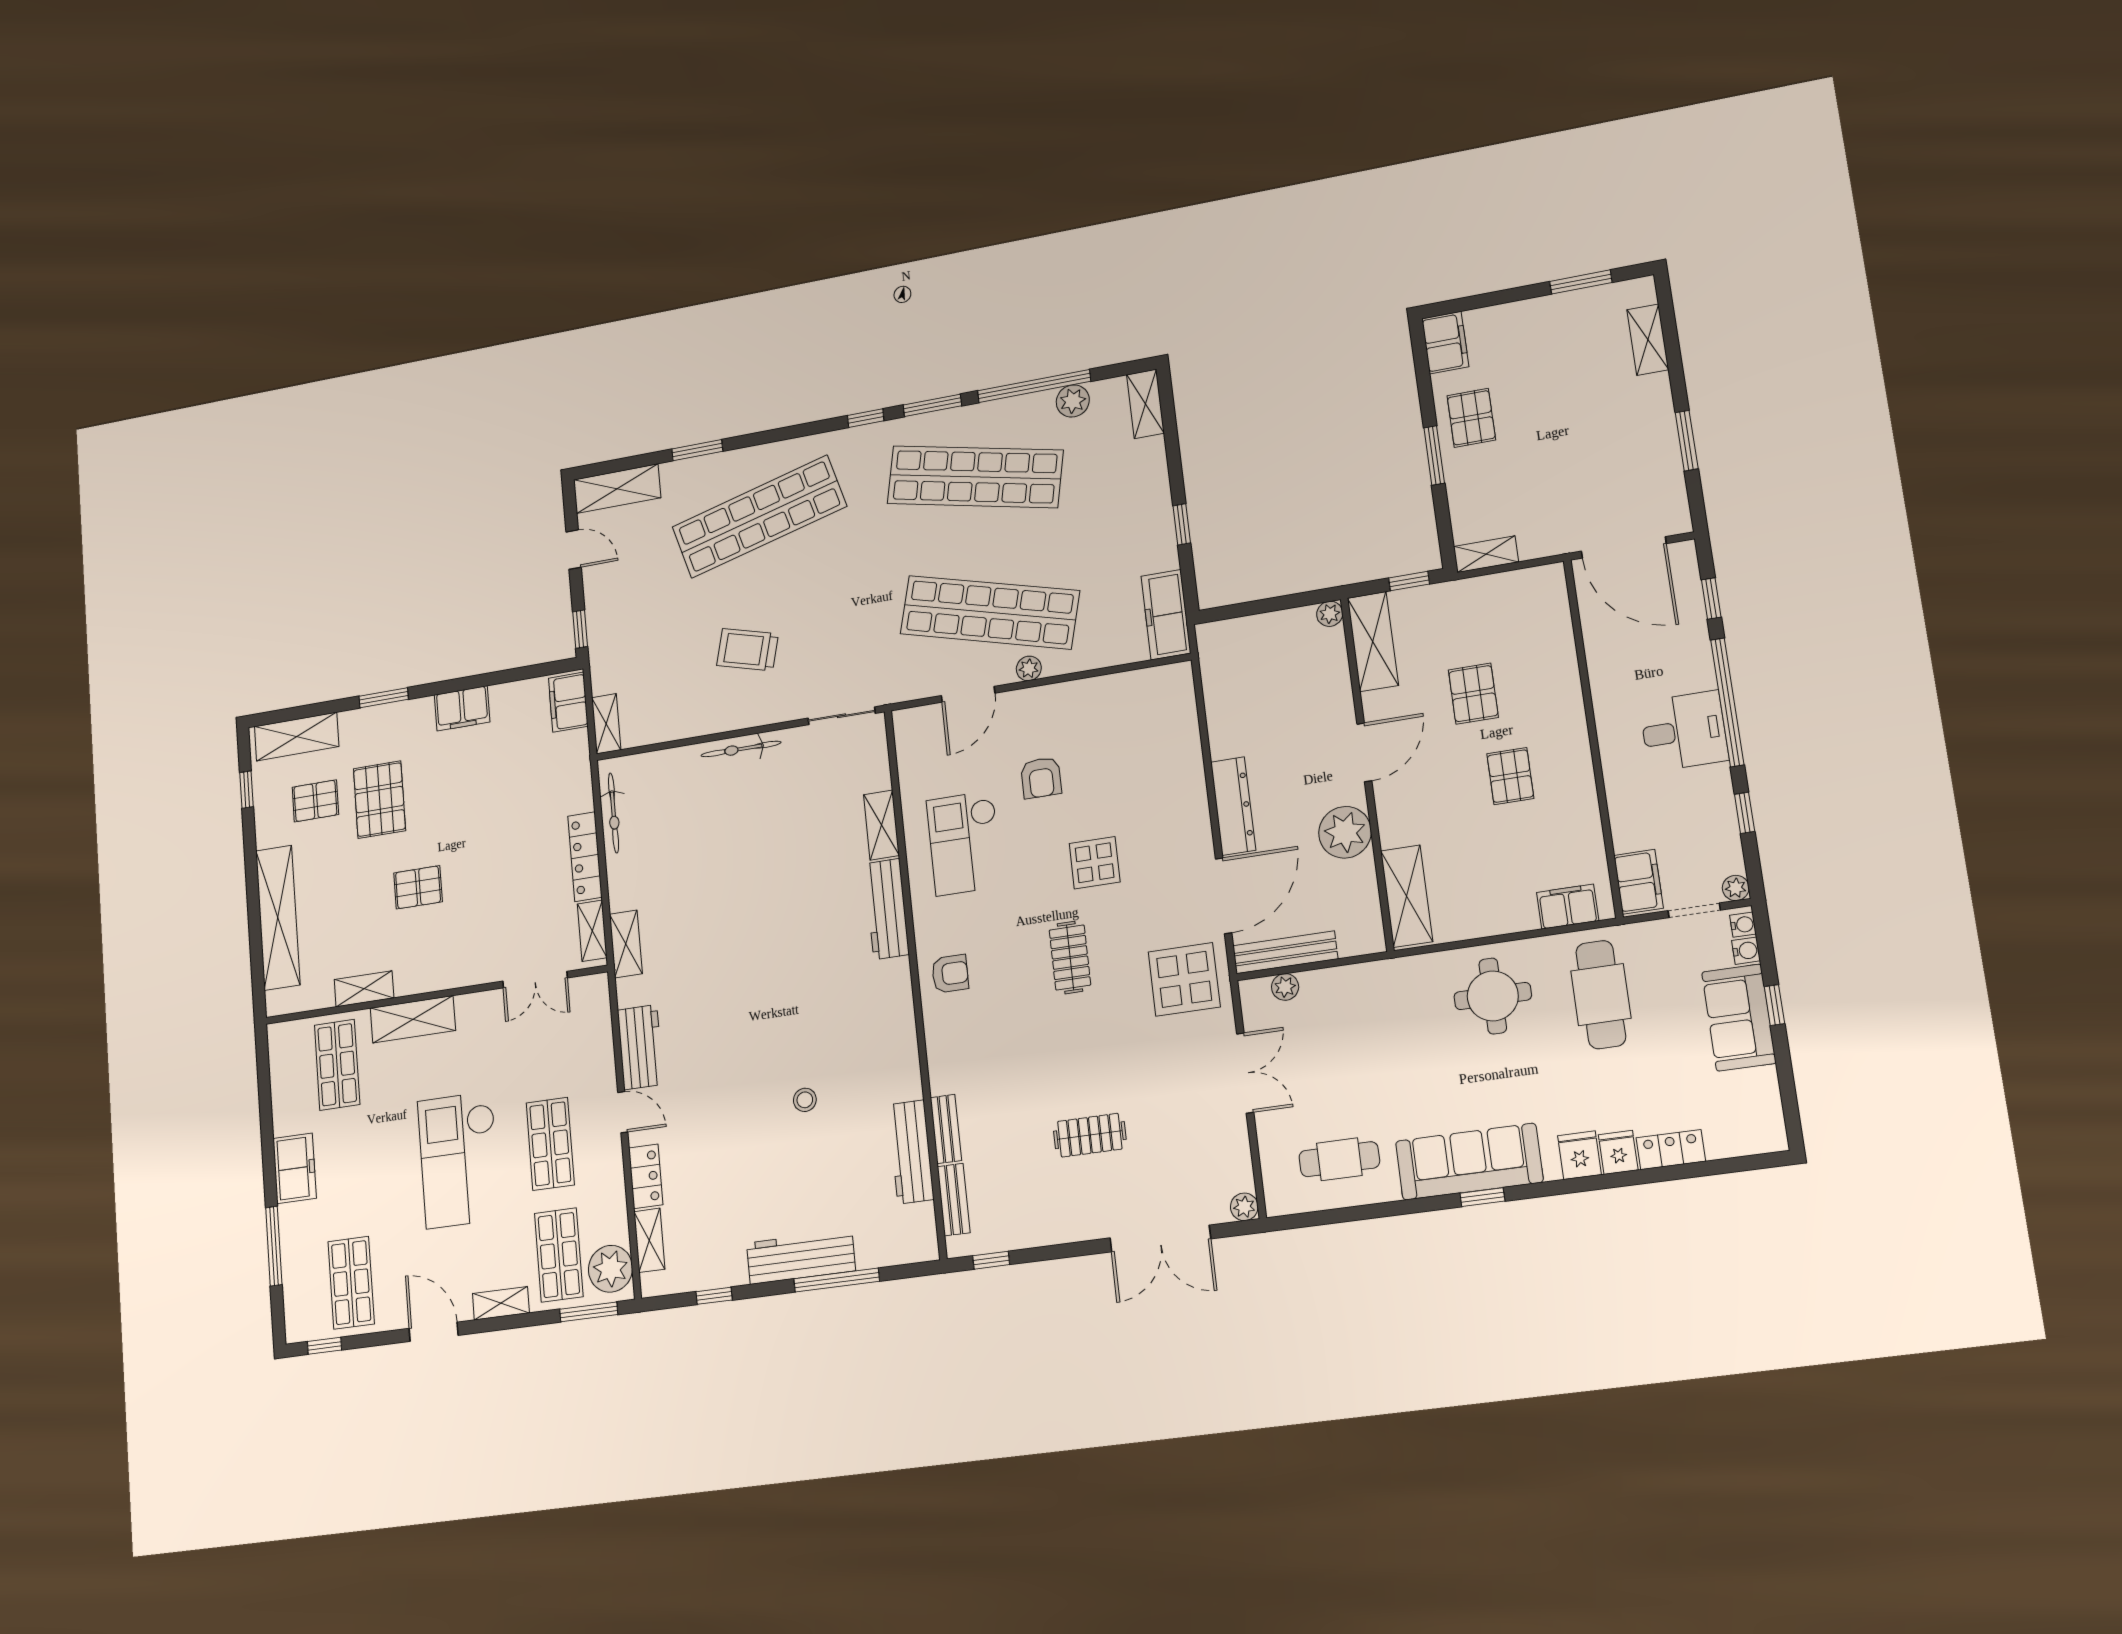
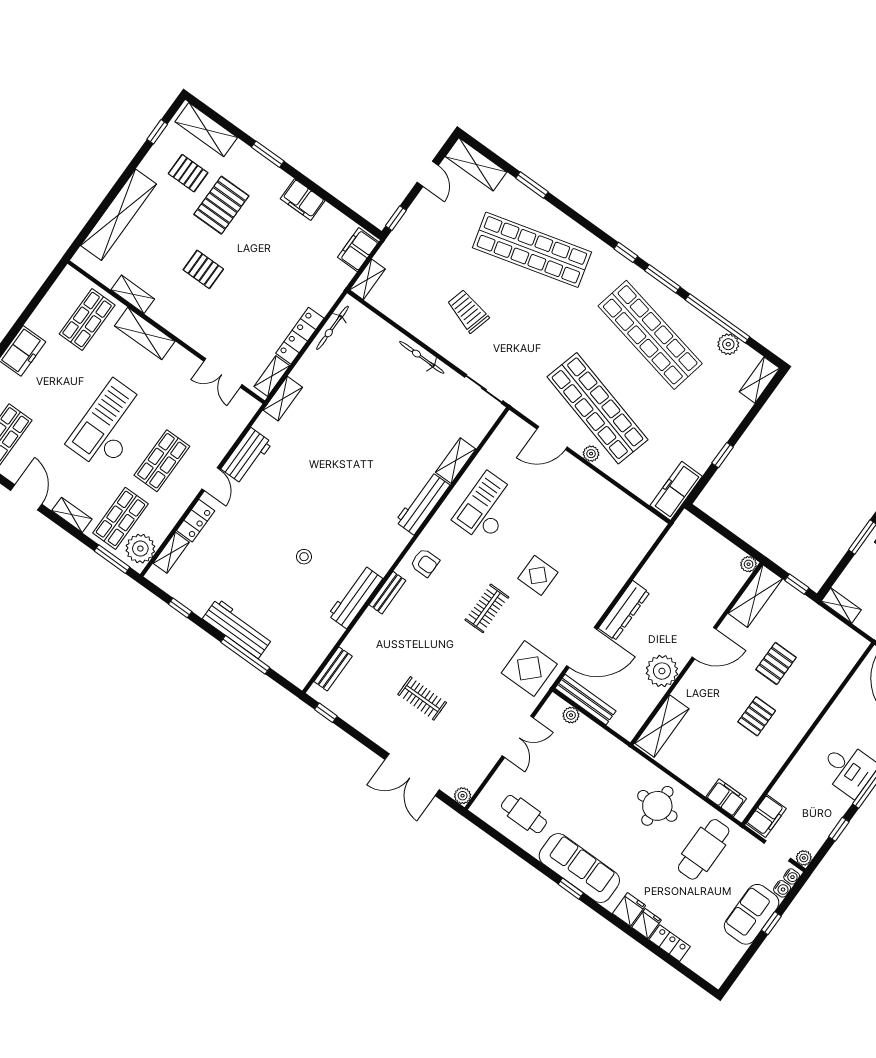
armchair: (1041, 778) -> (550, 511), removed
bench: (946, 1129) -> (387, 593), moved
workbench: (911, 1152) -> (355, 597), moved

